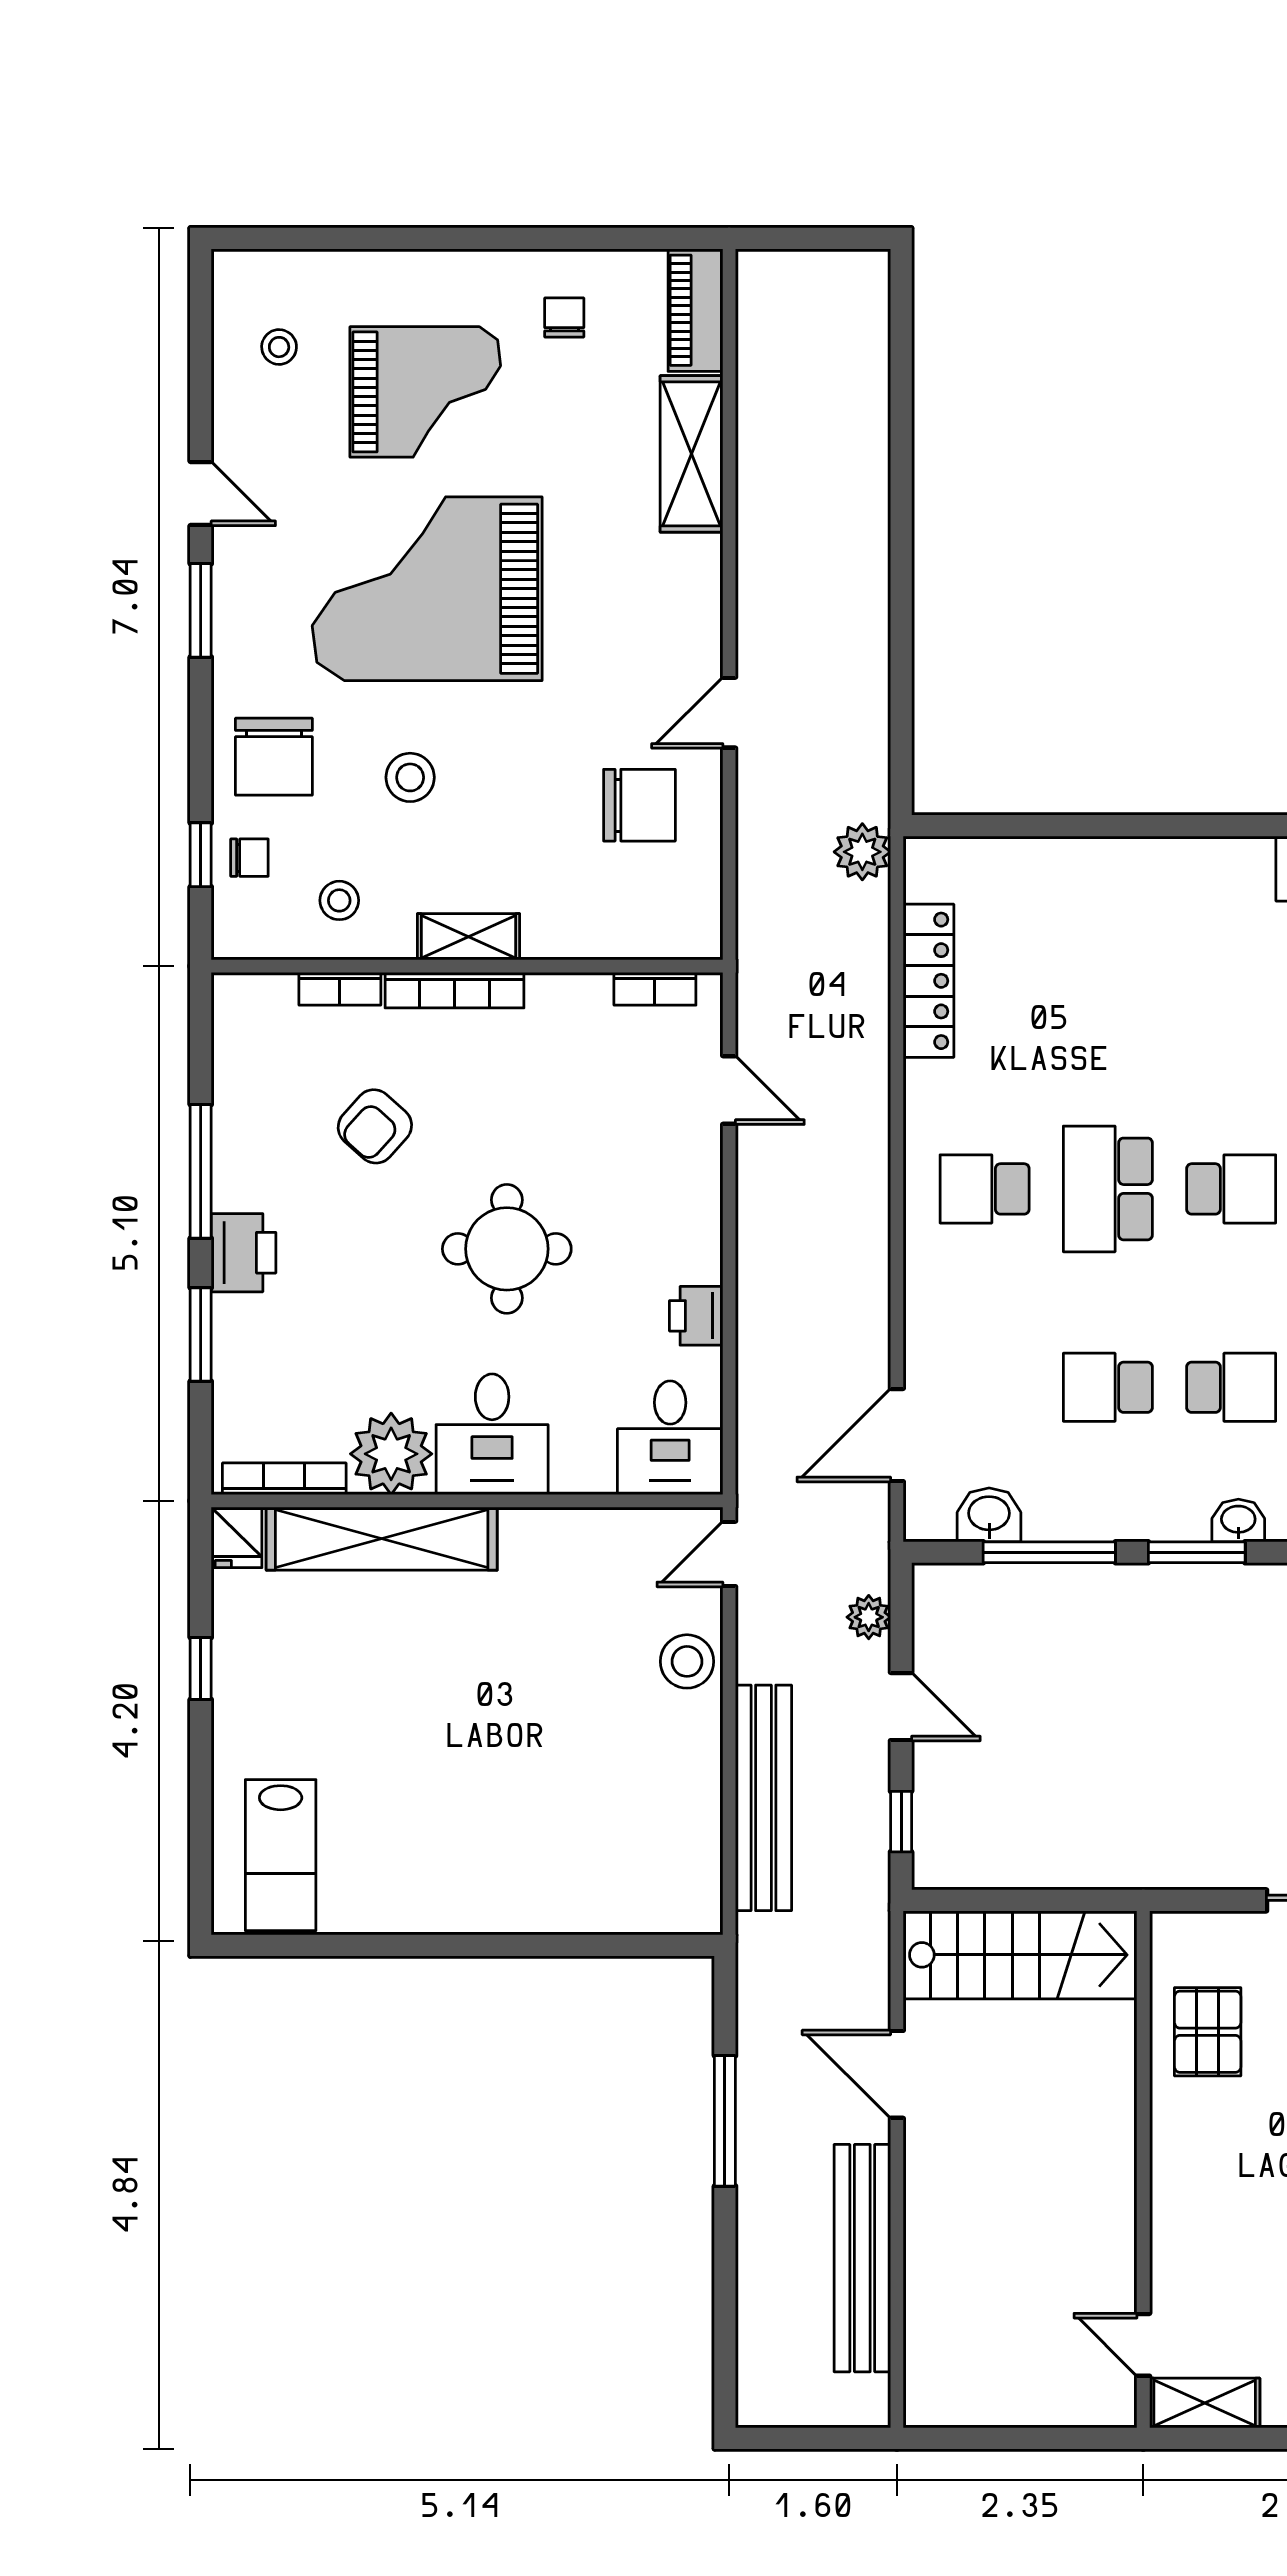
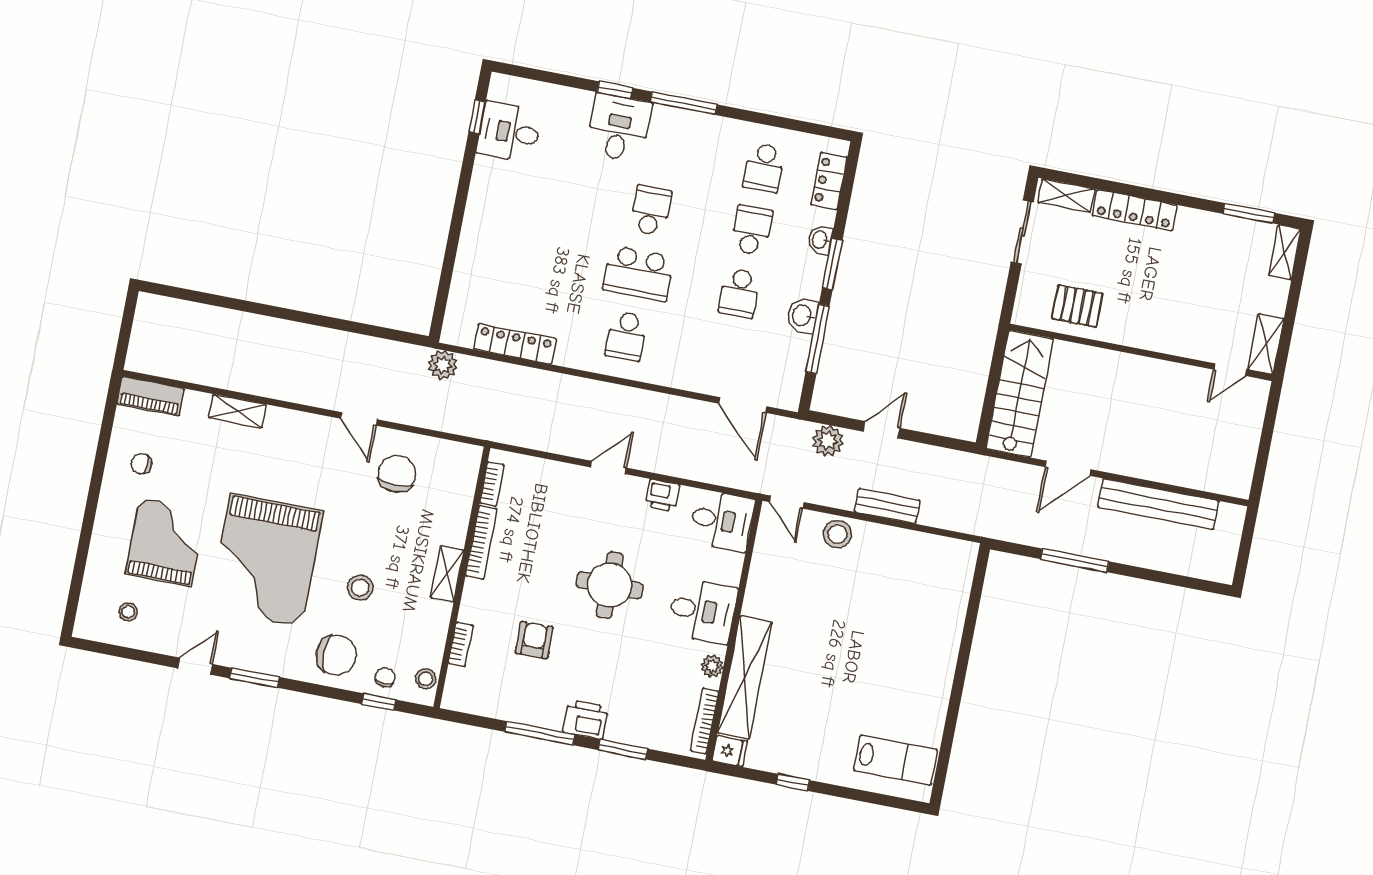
shelving: (692, 454) -> (237, 411), width x0.67, depth x0.75
stool: (339, 900) -> (426, 679), moved
bookcase: (454, 990) -> (481, 542), moved
door: (729, 1090) -> (608, 467), moved
armchair: (375, 1126) -> (534, 640), turned -133
plant: (391, 1454) -> (712, 666), width x0.53, depth x0.53
washbasin: (989, 1515) -> (802, 316), moved
plant: (869, 1617) -> (828, 441), width x1.38, depth x1.38
bench: (763, 1798) -> (887, 506), width x0.54, depth x0.82
window: (901, 1822) -> (940, 441), removed

